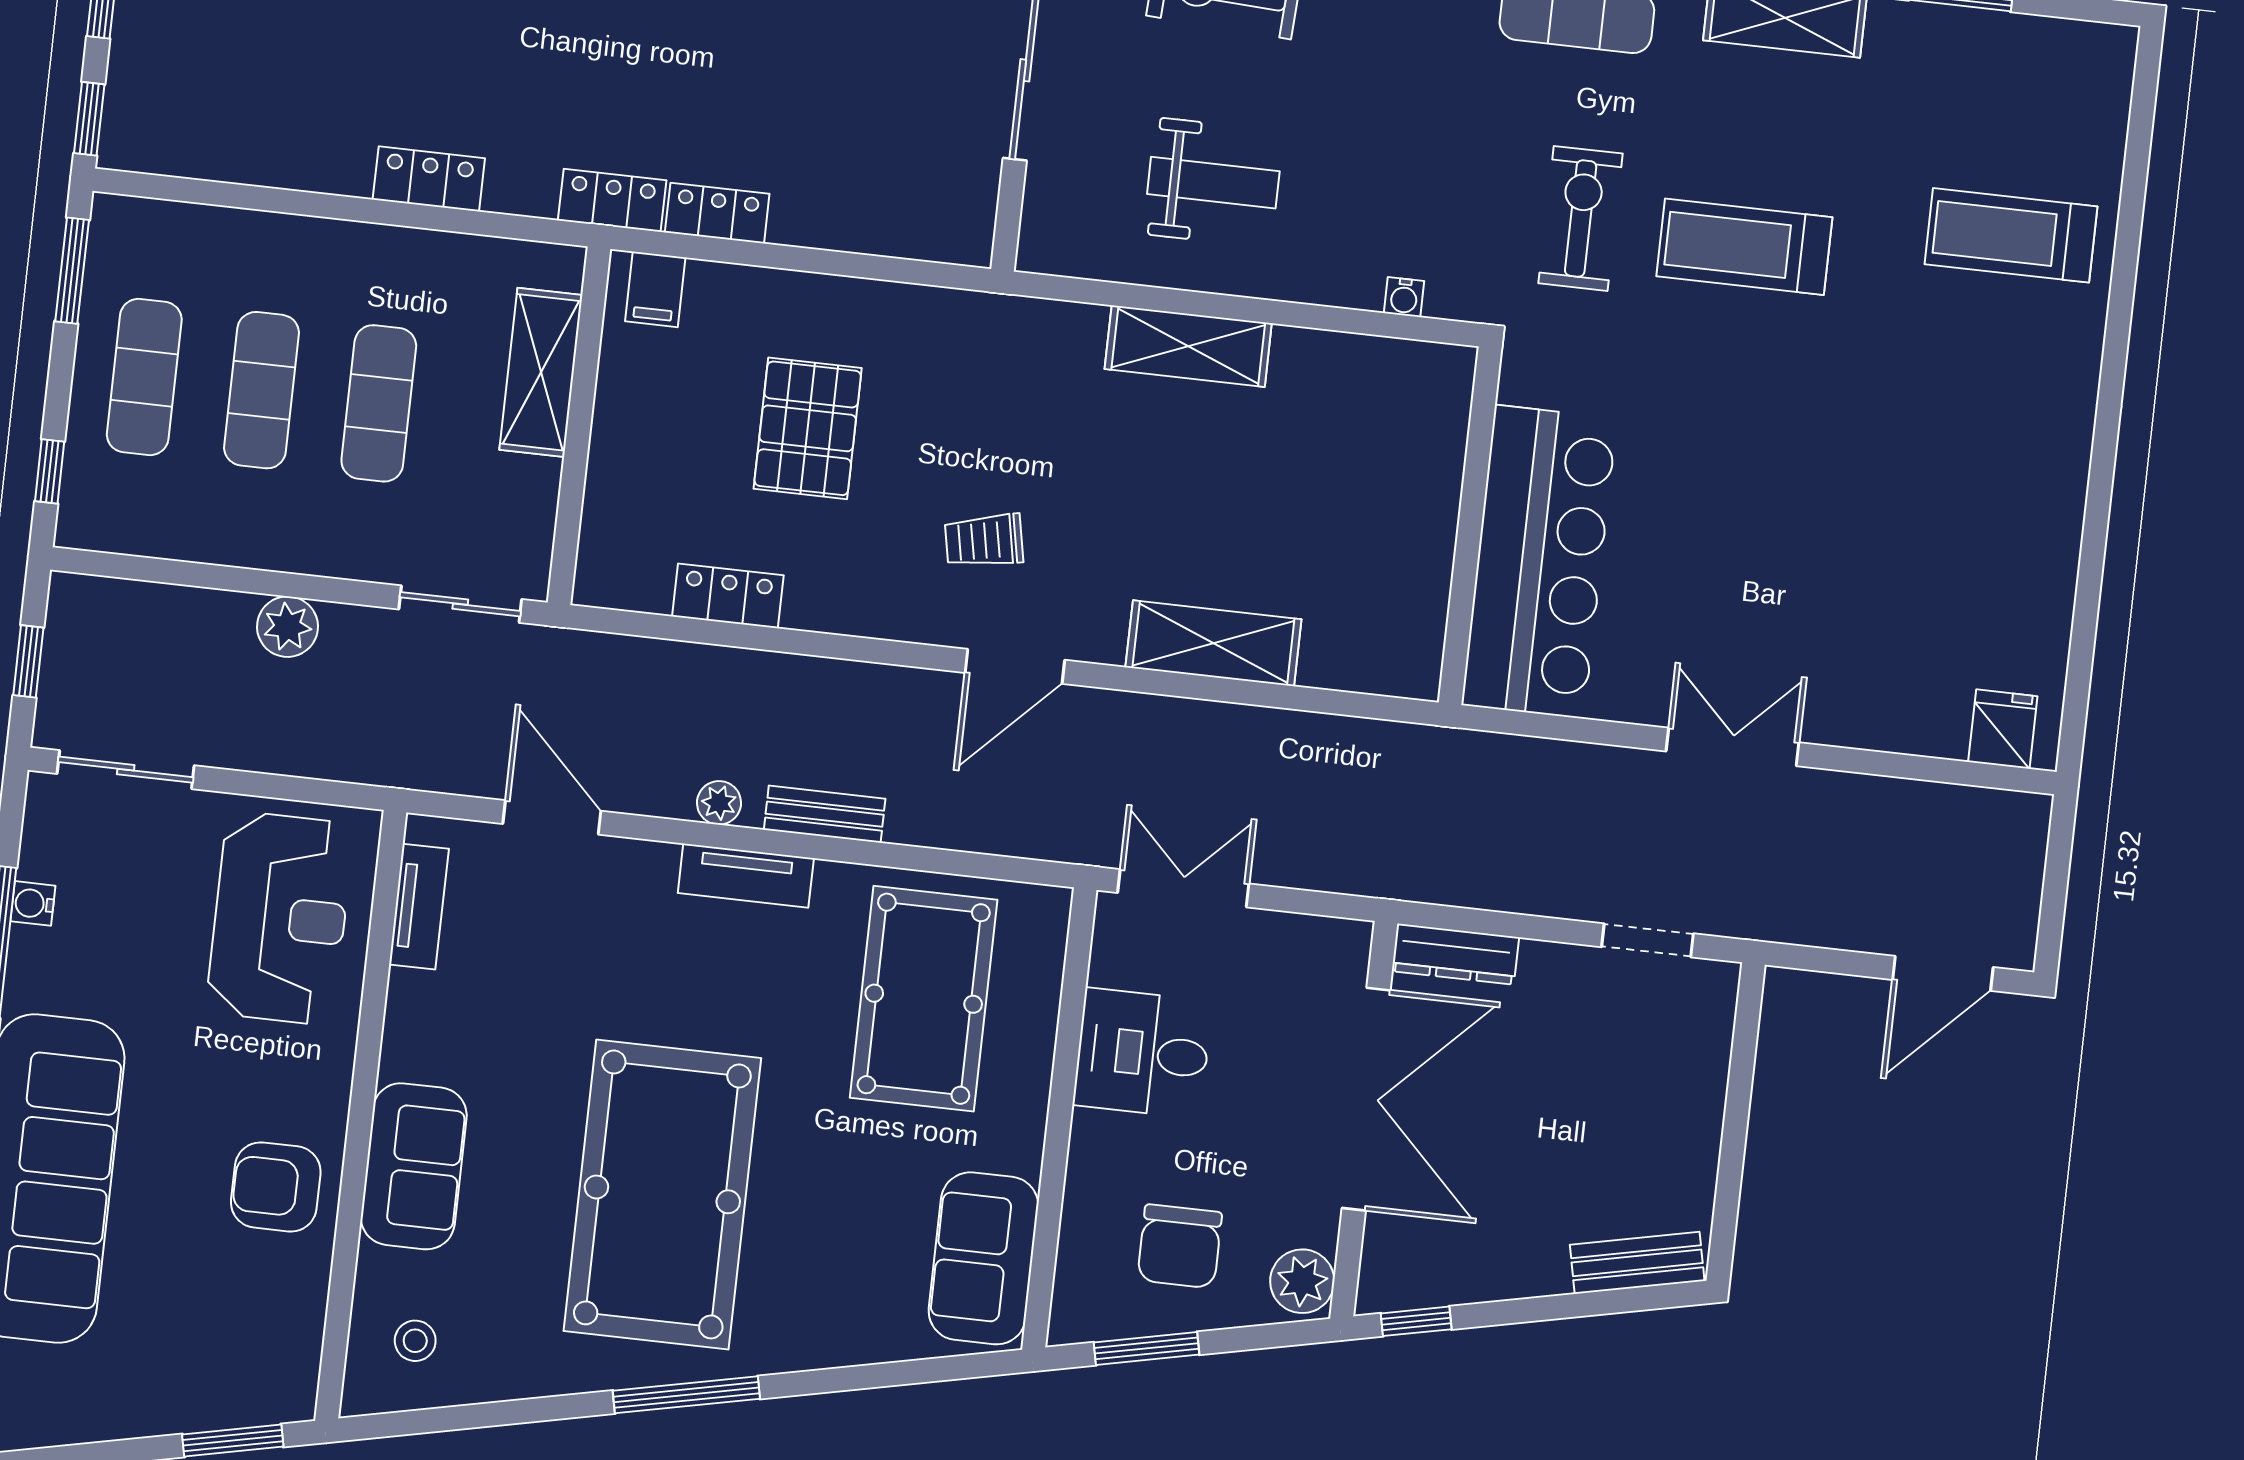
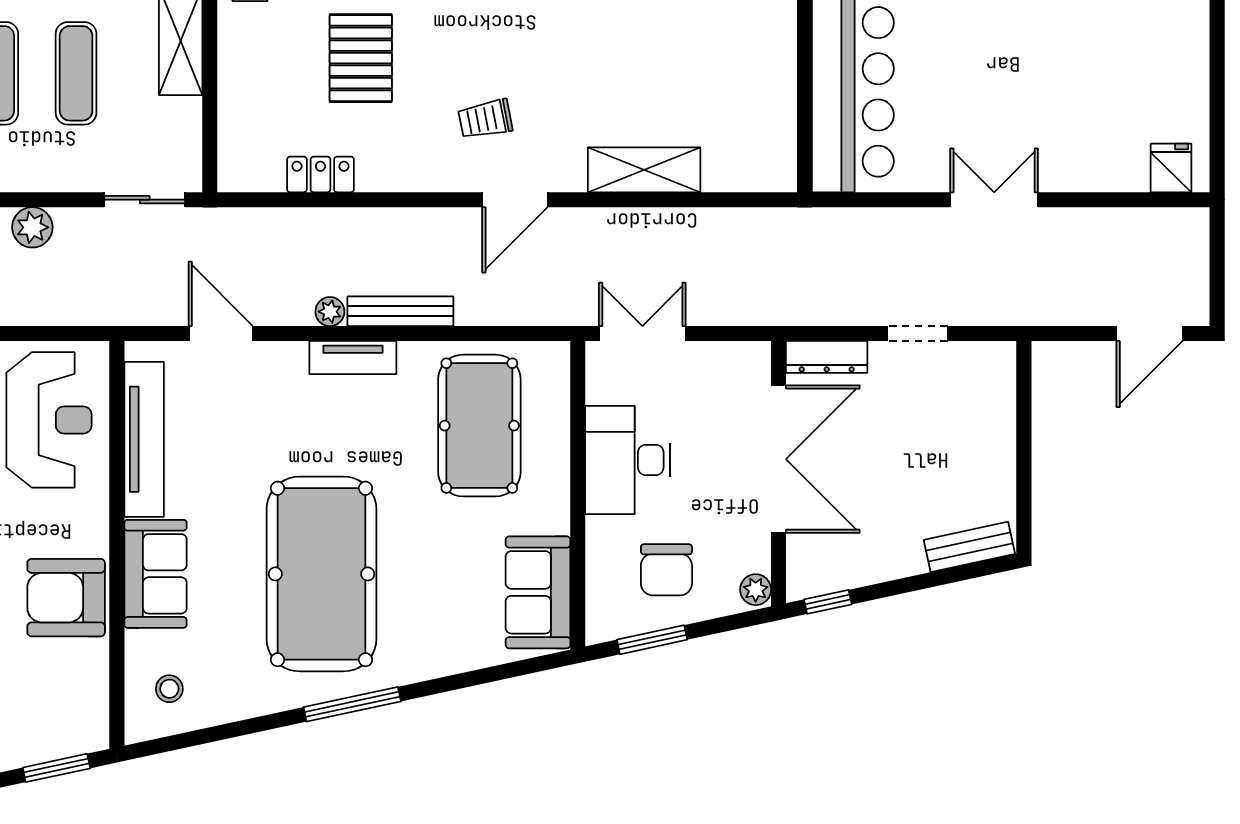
bench: (825, 814) -> (400, 311), width x1.36
tv unit: (419, 907) -> (144, 439), width x1.92, depth x1.29
doorway: (1648, 940) -> (917, 334), moved
desk: (1143, 1053) -> (628, 460), width x1.37
armchair: (276, 1187) -> (66, 598), width x1.36, depth x1.36
plant: (1302, 1281) -> (756, 590), width x0.73, depth x0.73

